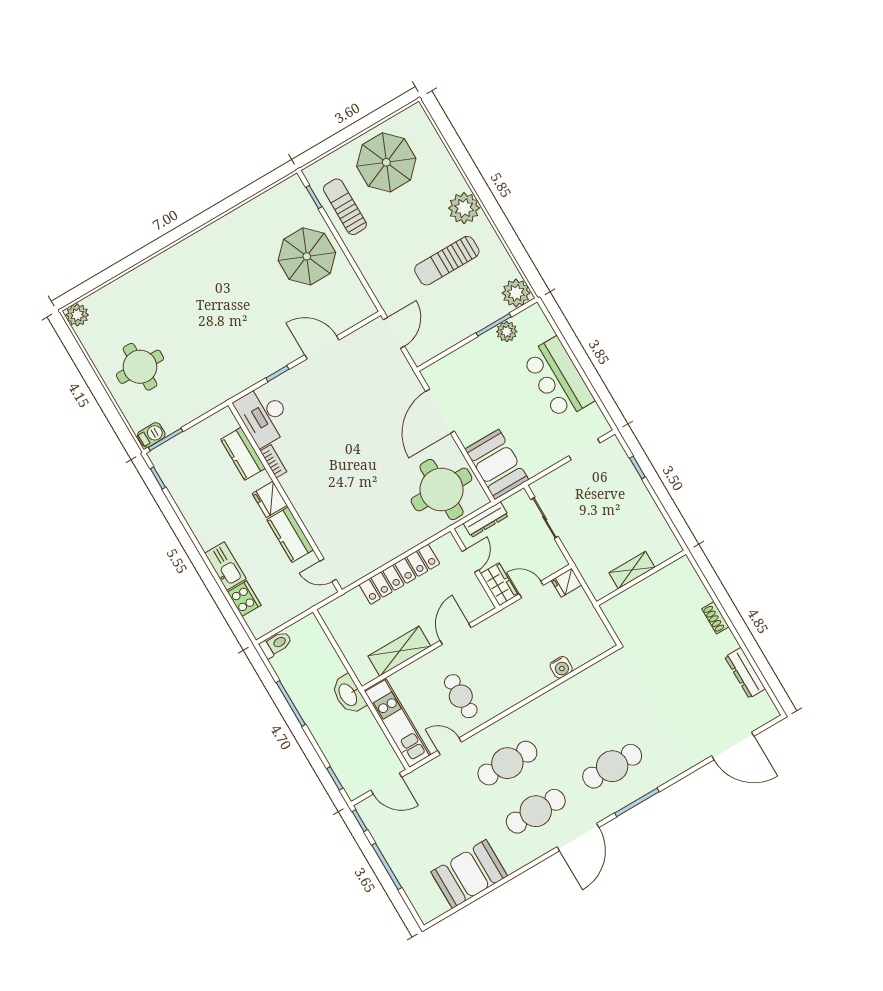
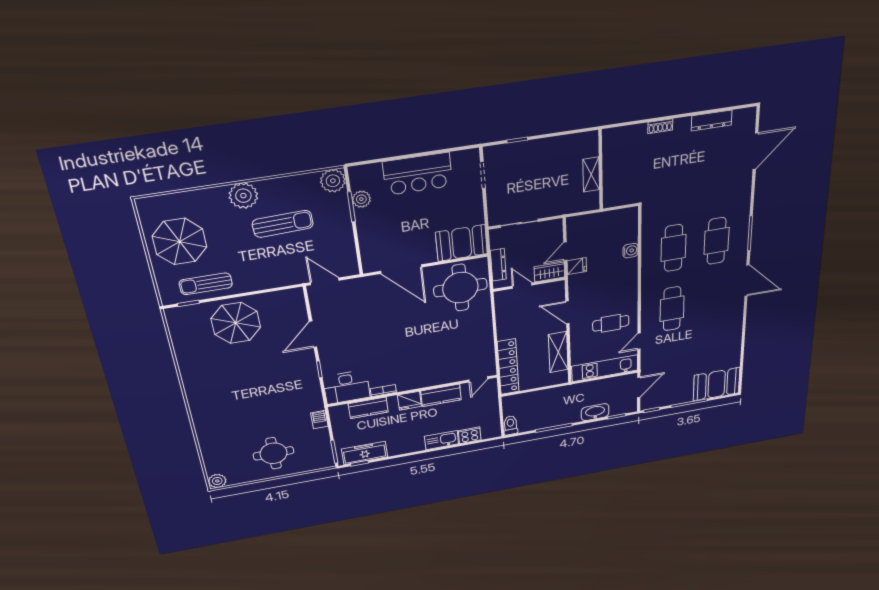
sun lounger: (447, 261) -> (283, 224), turned -92
barbecue: (151, 435) -> (319, 420), moved
freezer: (175, 478) -> (365, 453), added
locker: (399, 574) -> (508, 367), moved
fridge: (567, 583) -> (577, 266), moved, turned -90
washbasin: (348, 694) -> (595, 412), moved, turned 180
cafe table: (536, 811) -> (673, 248), moved
booth: (469, 874) -> (717, 384), moved, turned 90

